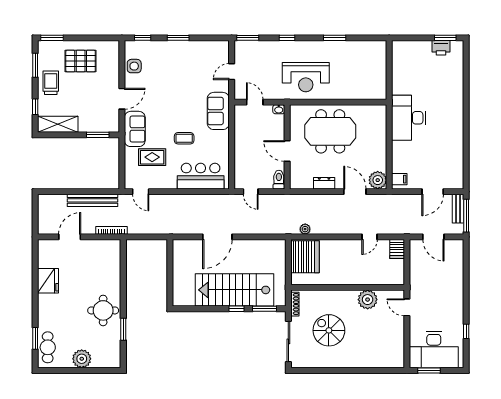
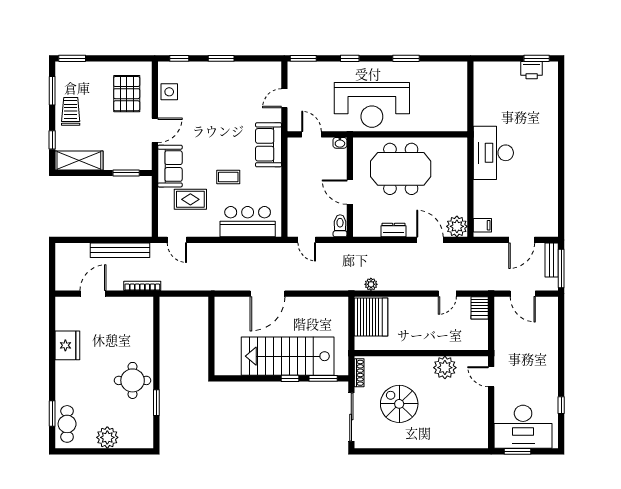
pallet: (81, 61) -> (127, 94), moved, turned 90
reception desk: (306, 77) -> (372, 105), width x1.36, depth x1.30

